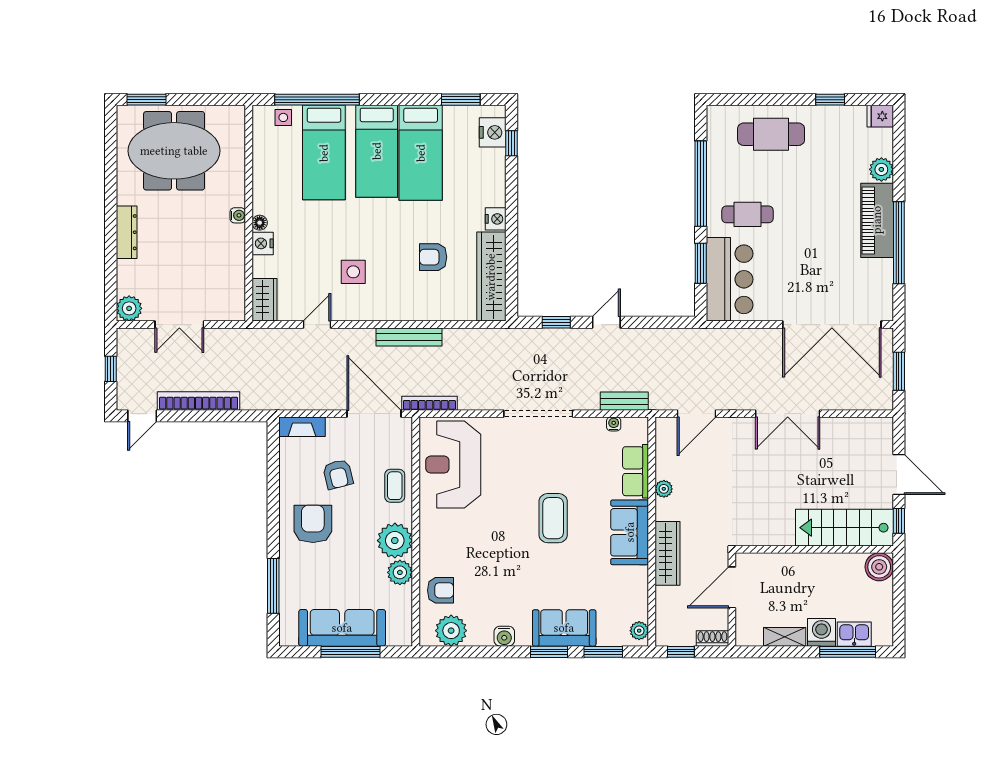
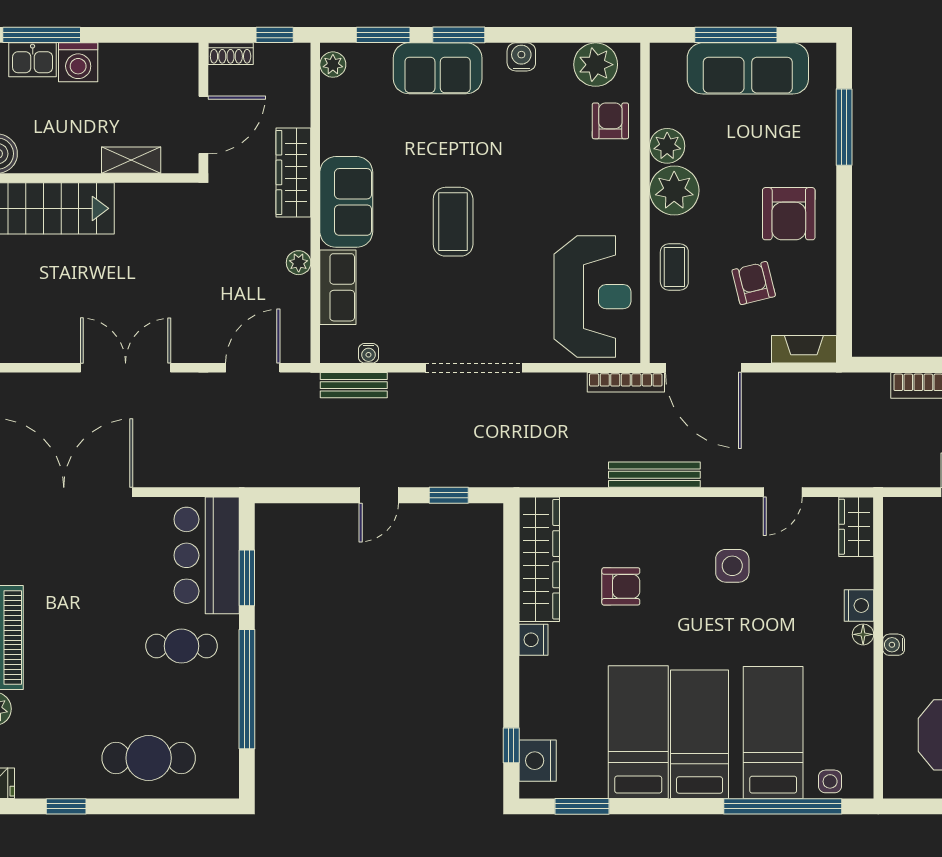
armchair: (440, 590) -> (610, 121), turned 90
shelving: (785, 637) -> (131, 160), moved

